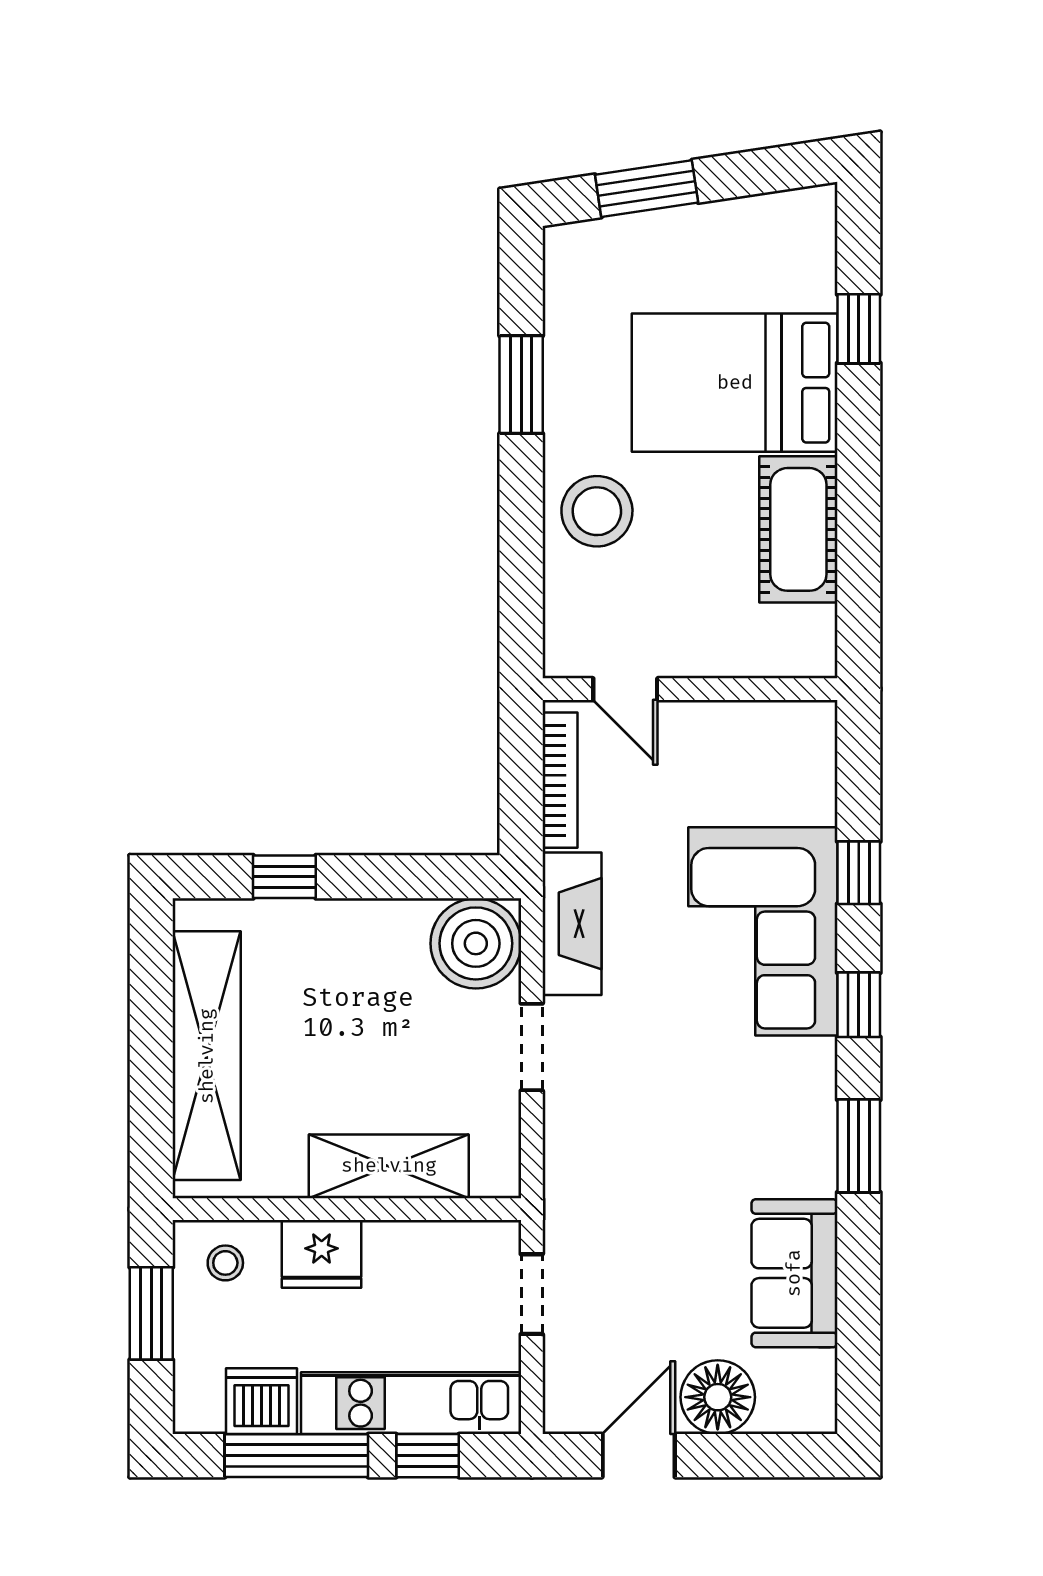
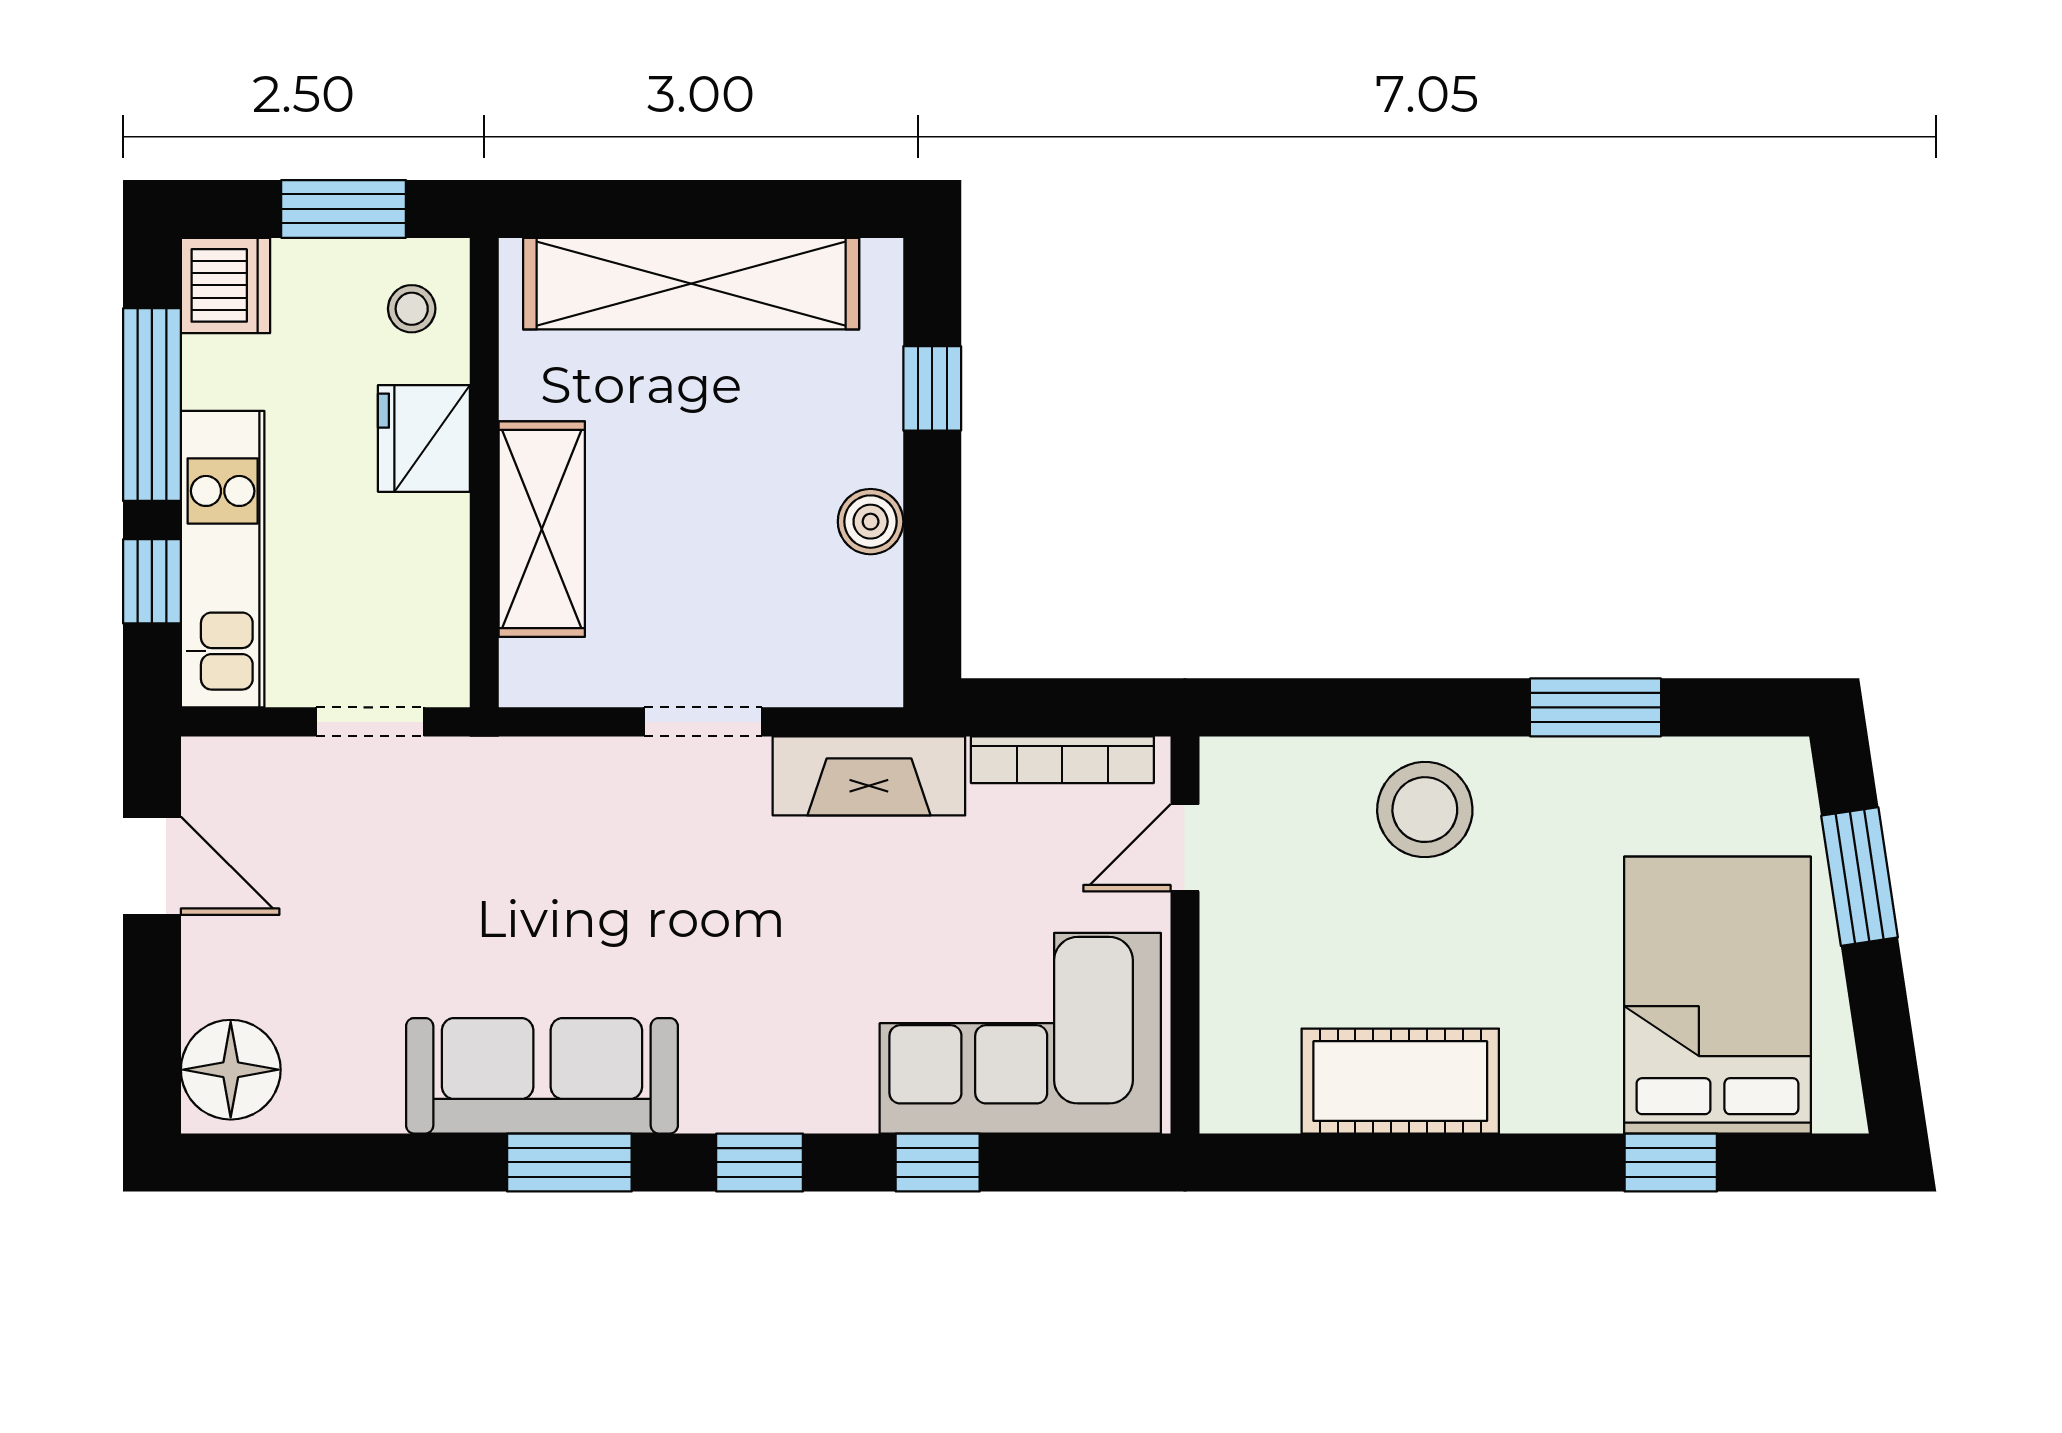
bed: (735, 383) -> (1717, 995), moved
corner sofa: (763, 931) -> (1020, 1033), moved
boiler: (476, 943) -> (871, 522), moved, width x0.54, depth x0.54
sofa: (794, 1273) -> (542, 1076), moved, width x1.36
floor lamp: (718, 1397) -> (231, 1070), moved
dishwasher: (261, 1401) -> (225, 285), moved

